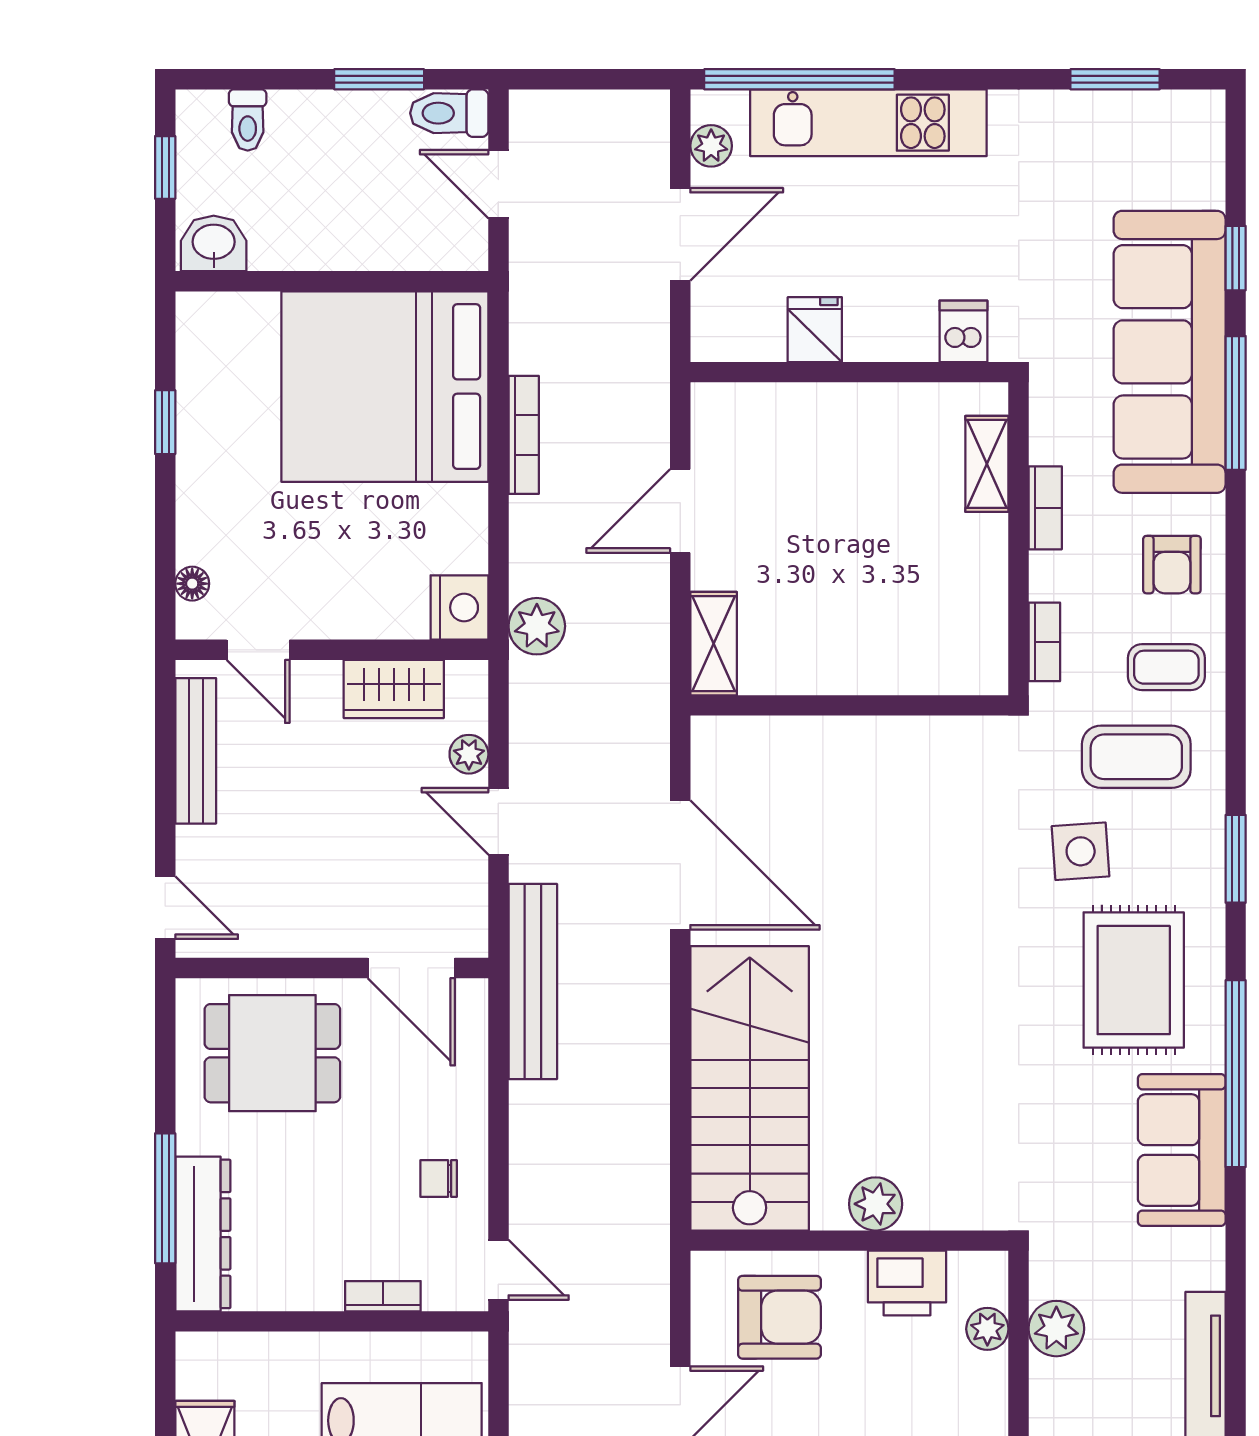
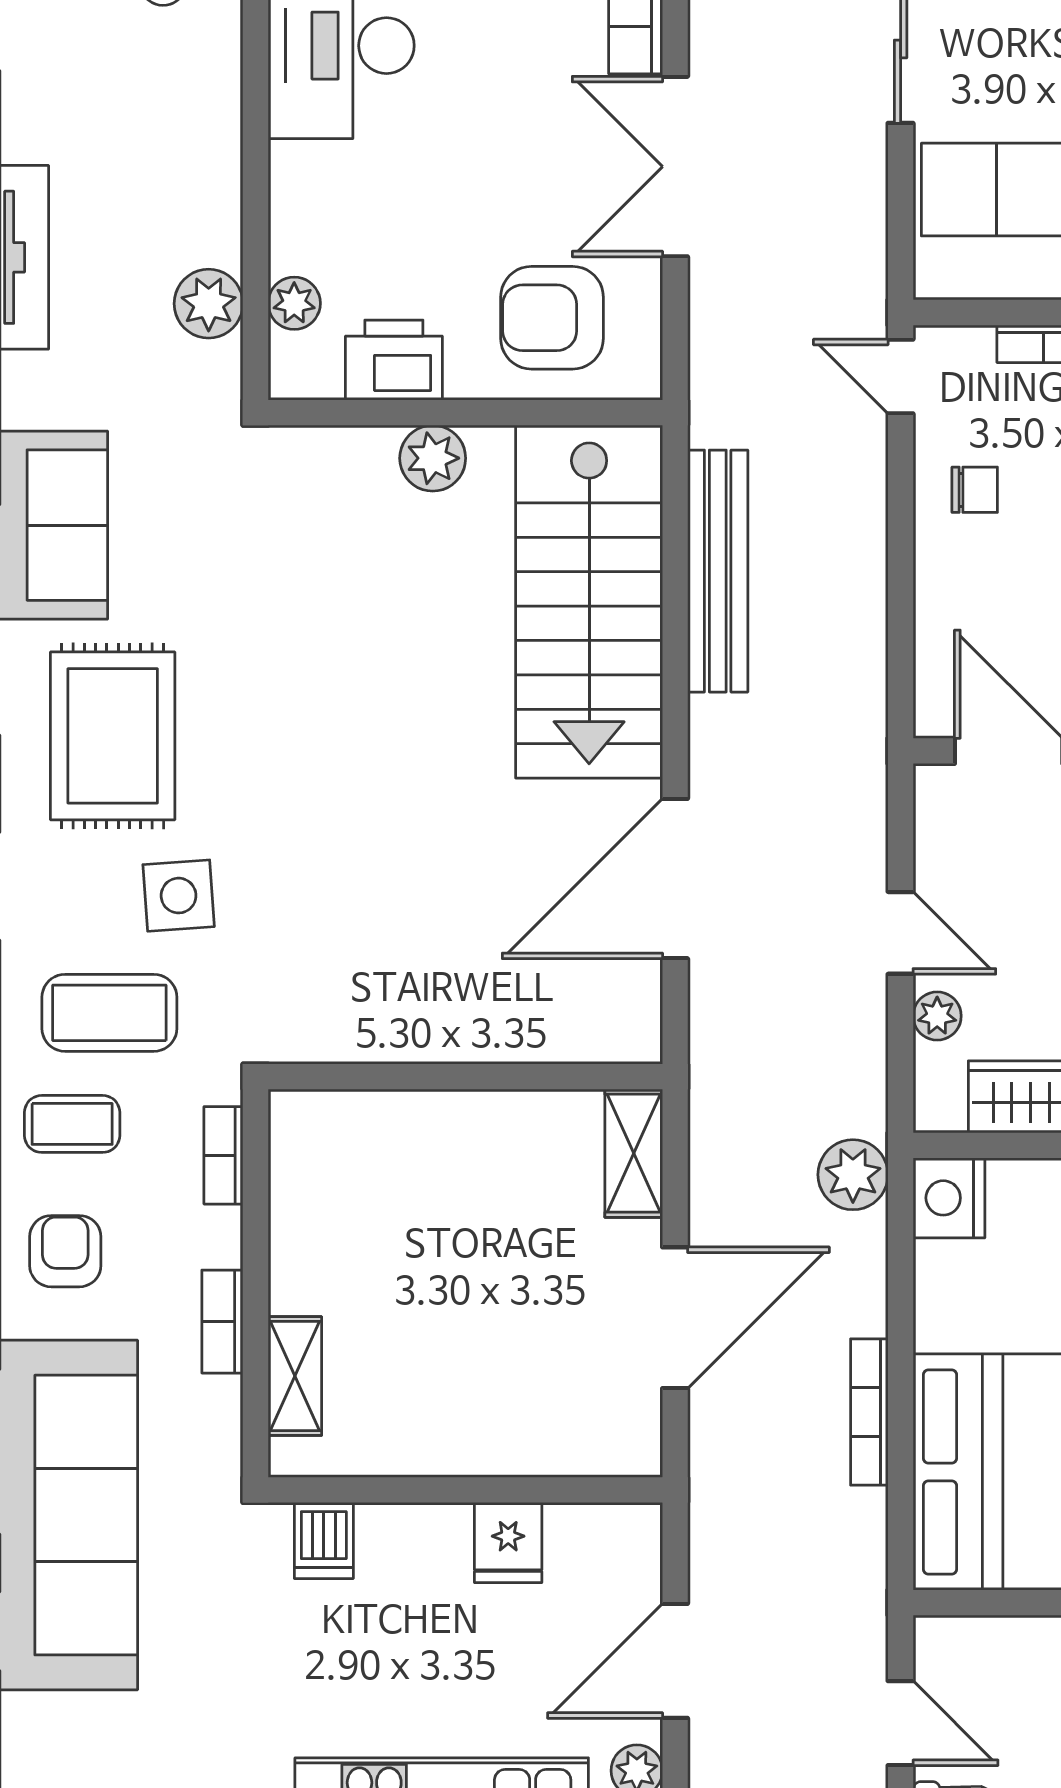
door: (680, 511) -> (675, 1318), width x1.36
door: (680, 865) -> (675, 879), hinge flipped
bench: (533, 982) -> (718, 571), moved

